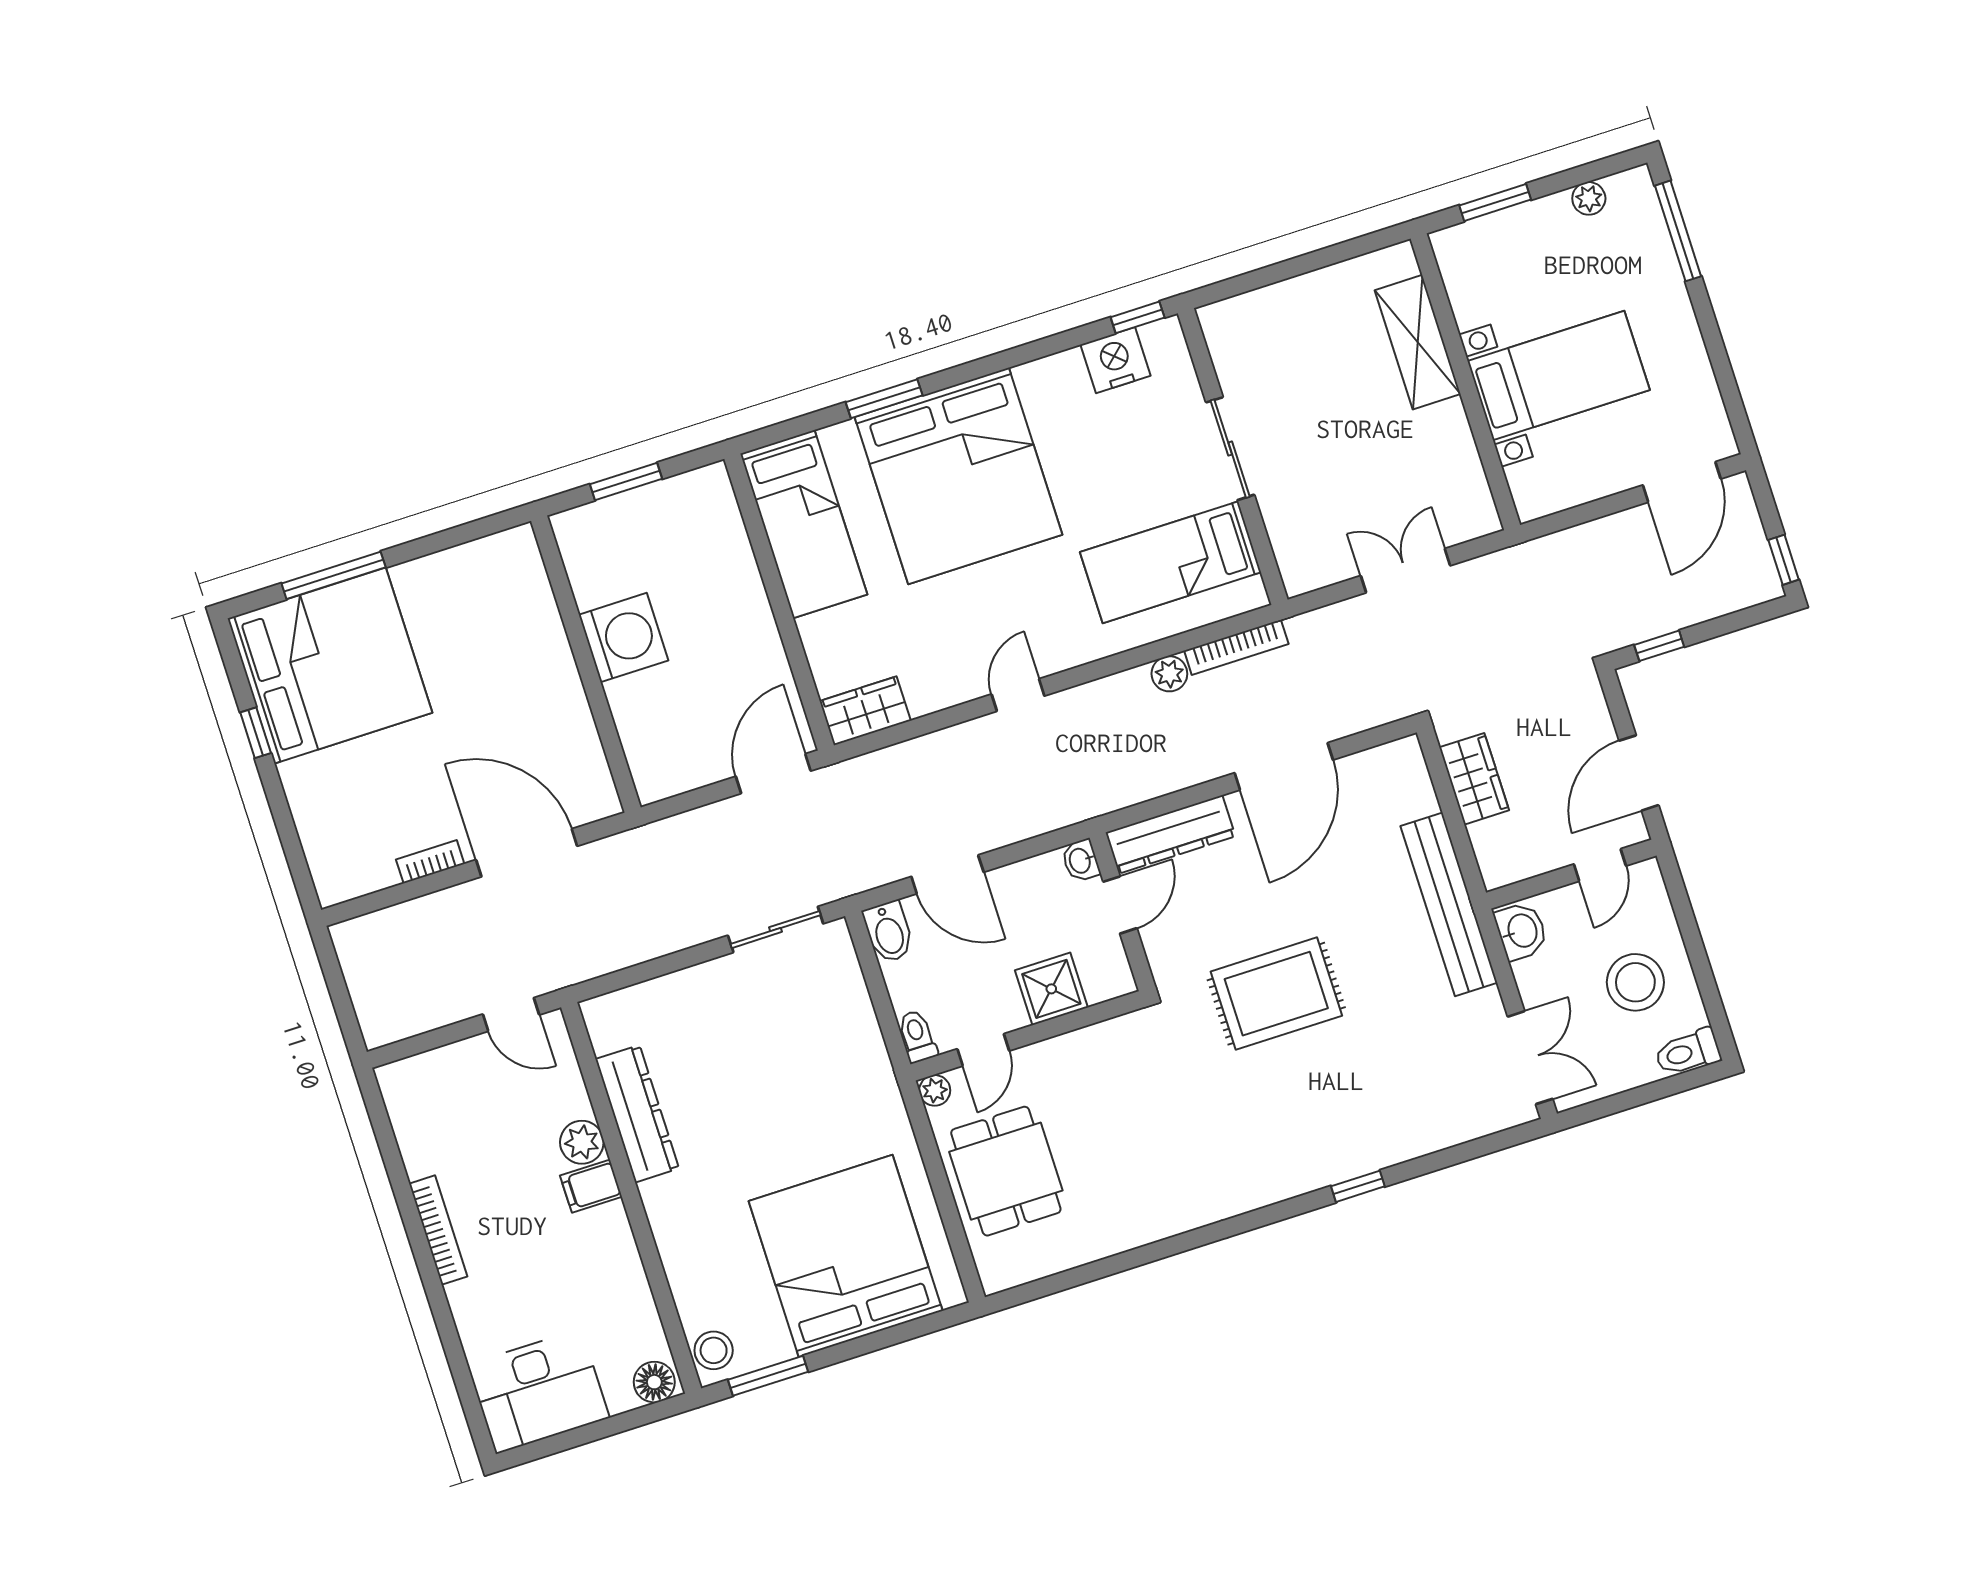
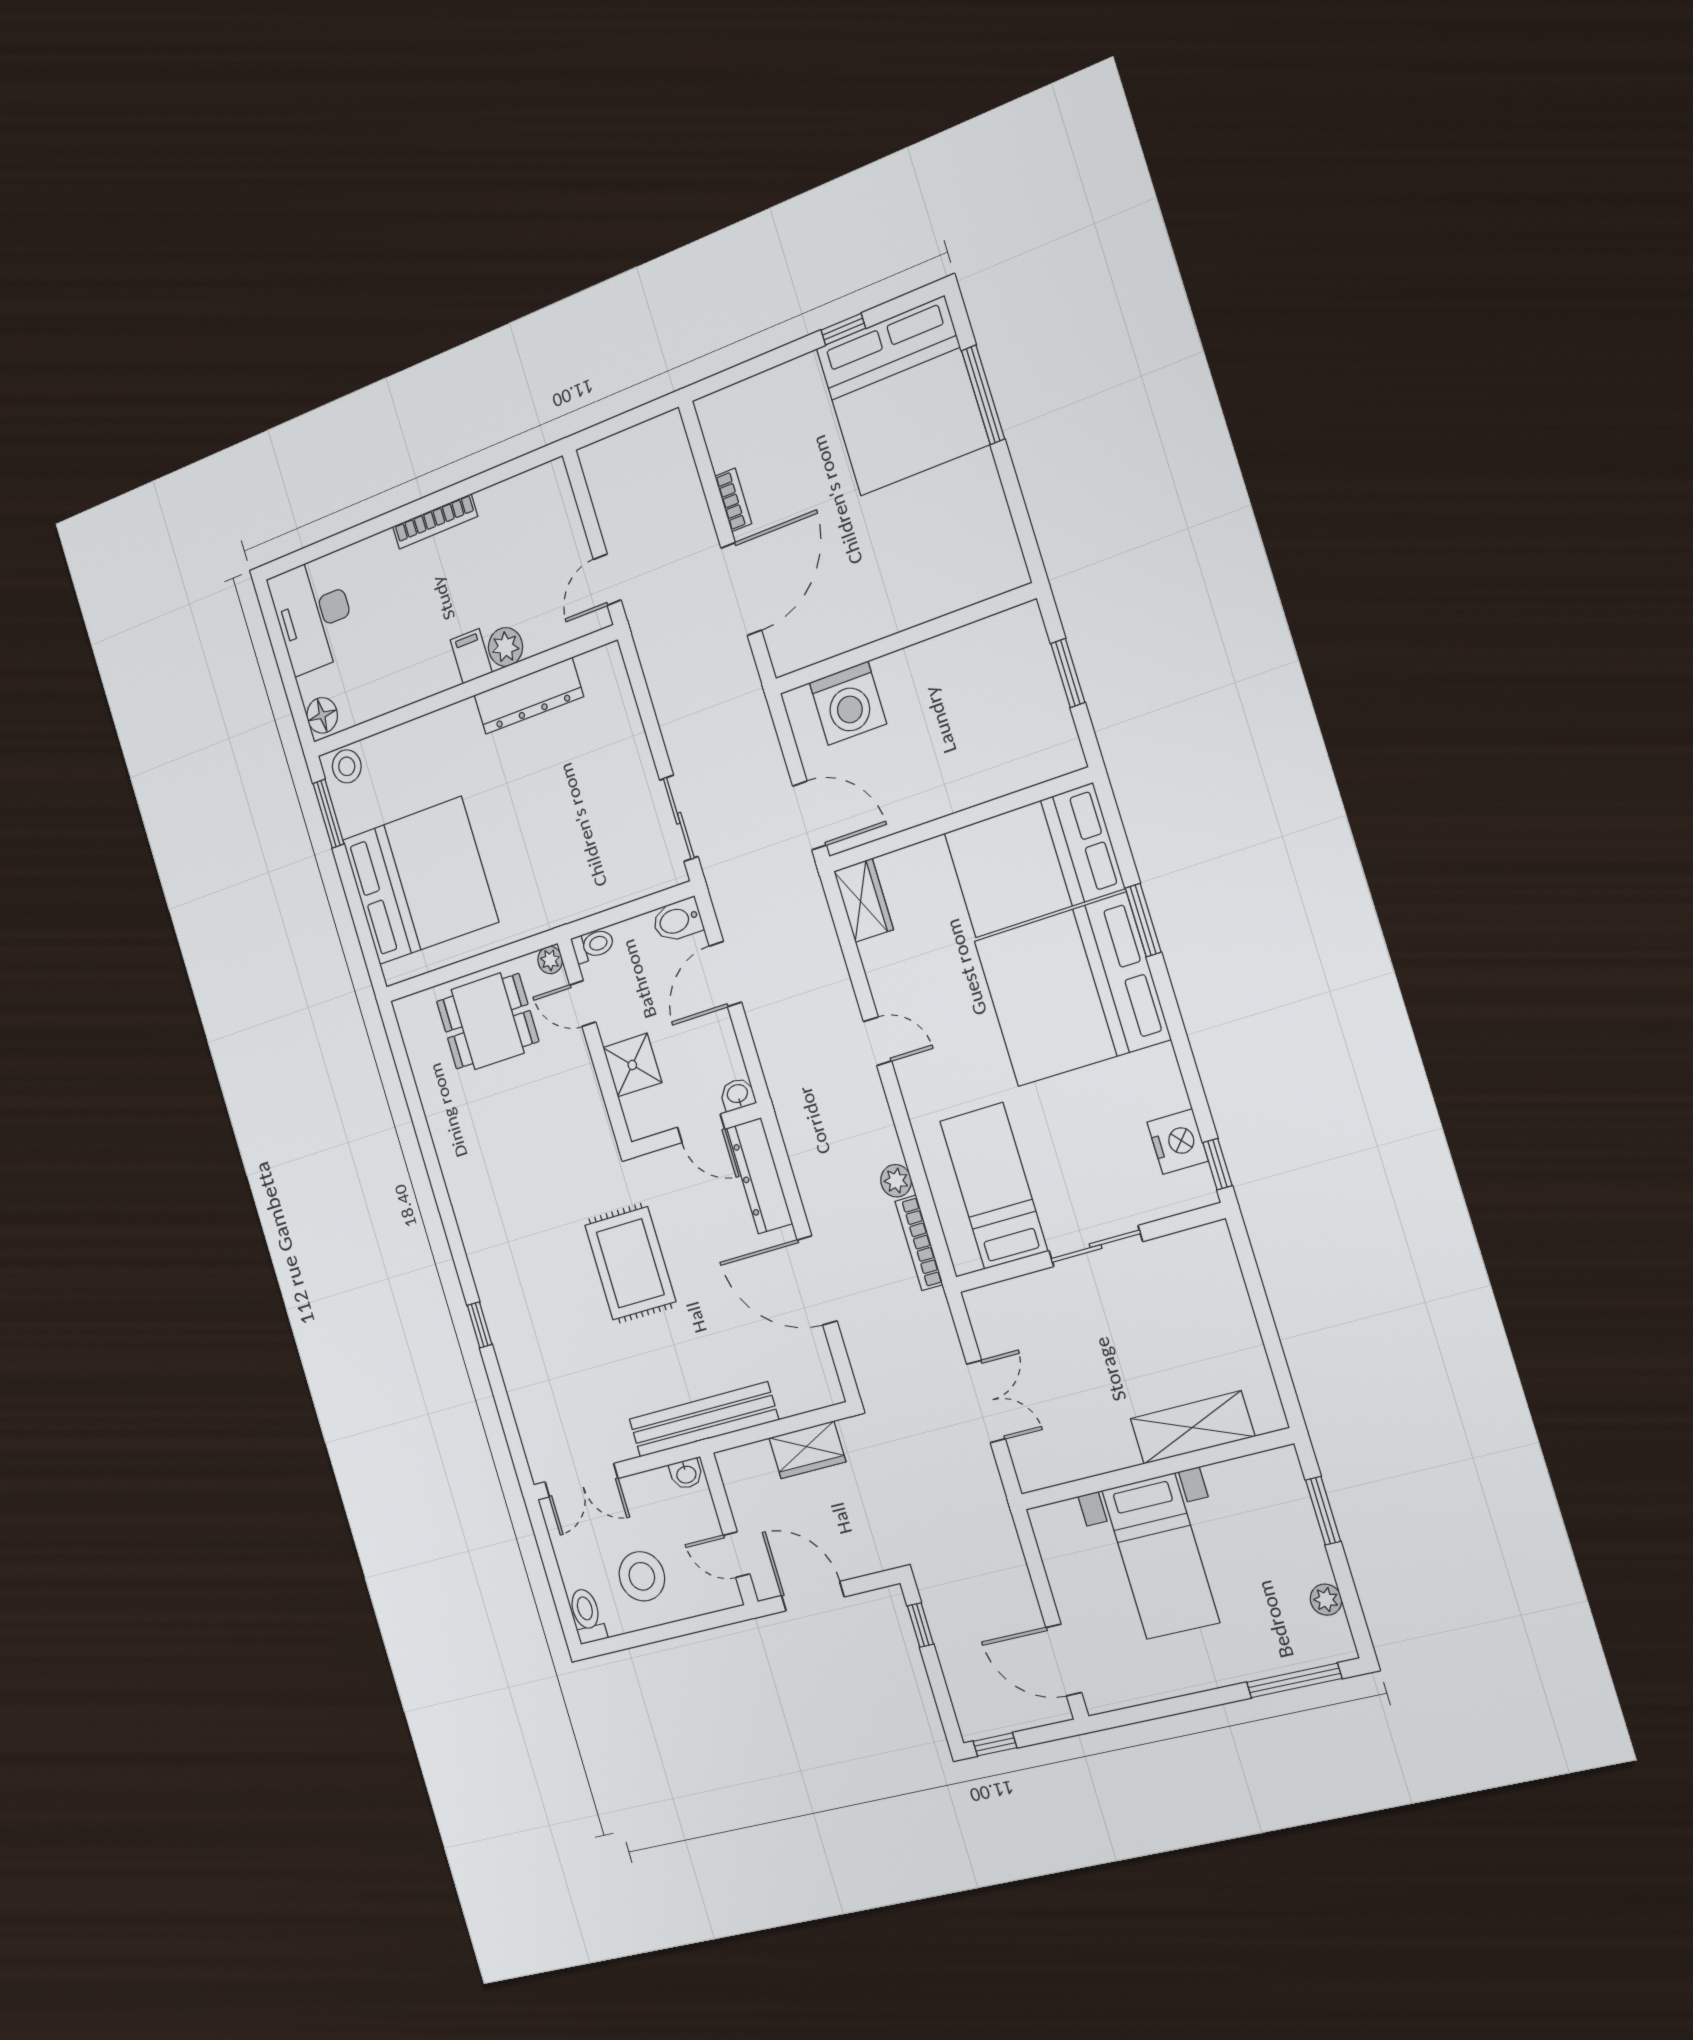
bed: (804, 524) -> (1034, 861), width x1.50
washing machine: (624, 638) -> (848, 703), moved
washbasin: (1521, 931) -> (686, 1474), width x0.72, depth x0.69

